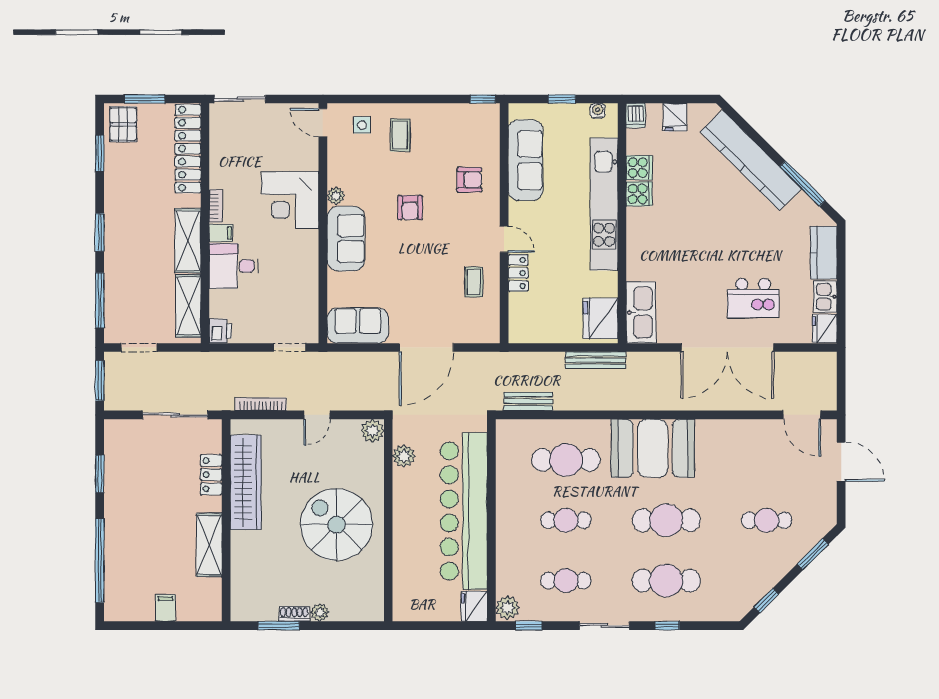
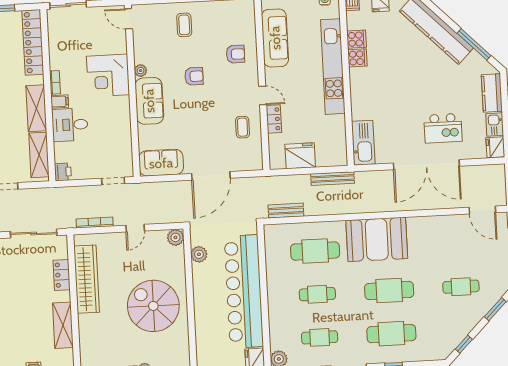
side table: (362, 125) -> (157, 19), removed
armchair: (410, 208) -> (194, 76), turned -90
fridge: (601, 318) -> (300, 156), moved, turned 90

